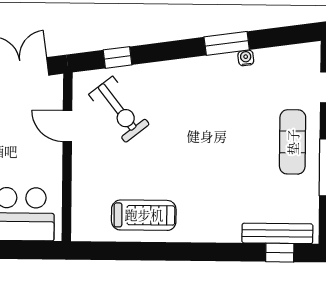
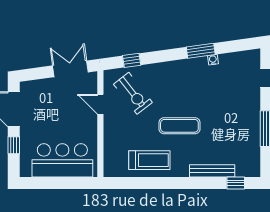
exercise mat: (293, 142) -> (179, 126), moved, turned 90
bench: (277, 233) -> (212, 171), moved

